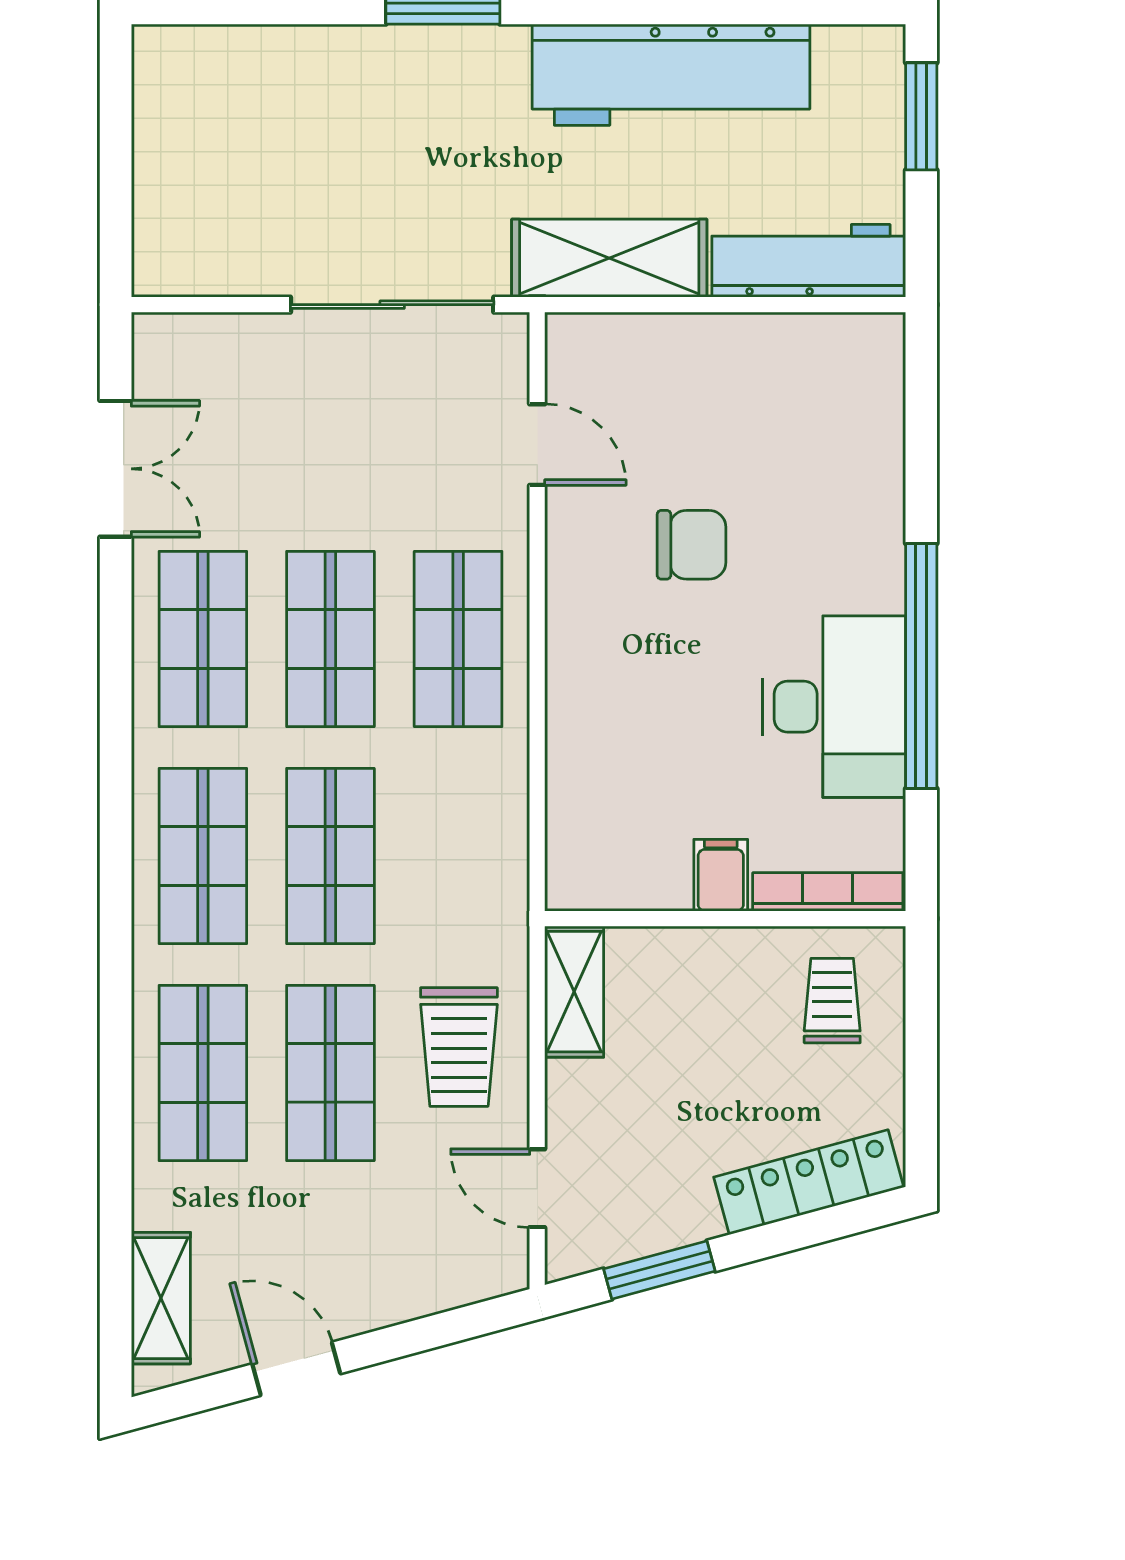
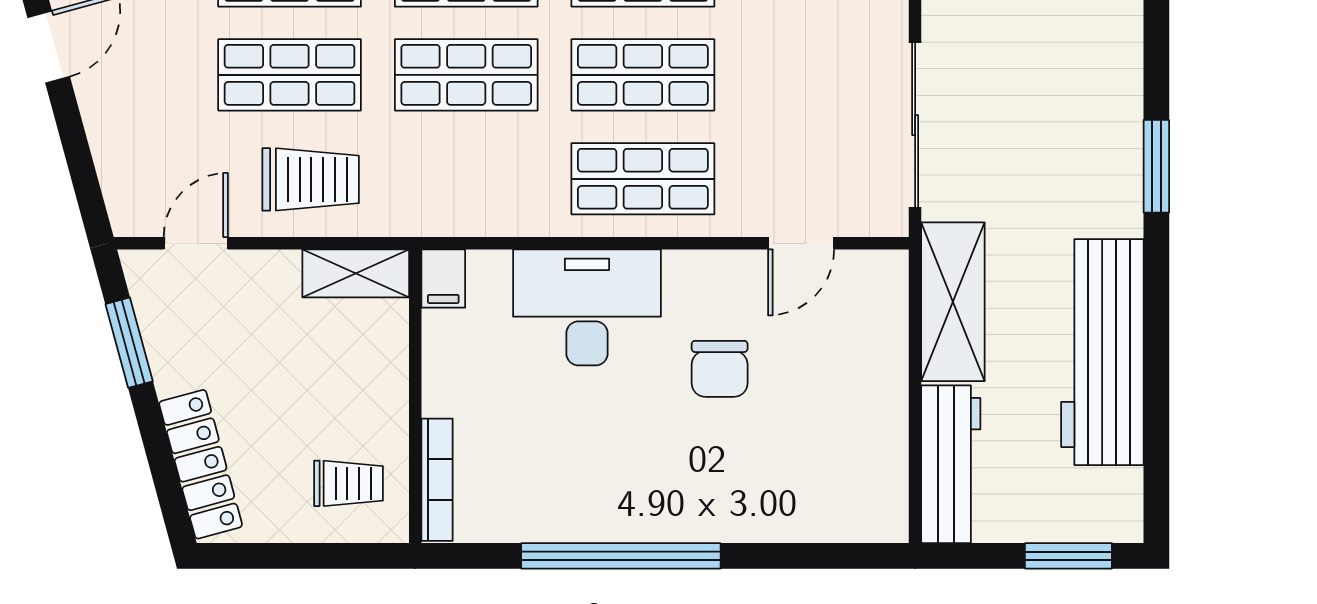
desk: (834, 707) -> (587, 307), moved, turned 180
filing cabinet: (721, 875) -> (443, 278), moved, turned 90
trolley: (459, 1047) -> (311, 179), turned 180

